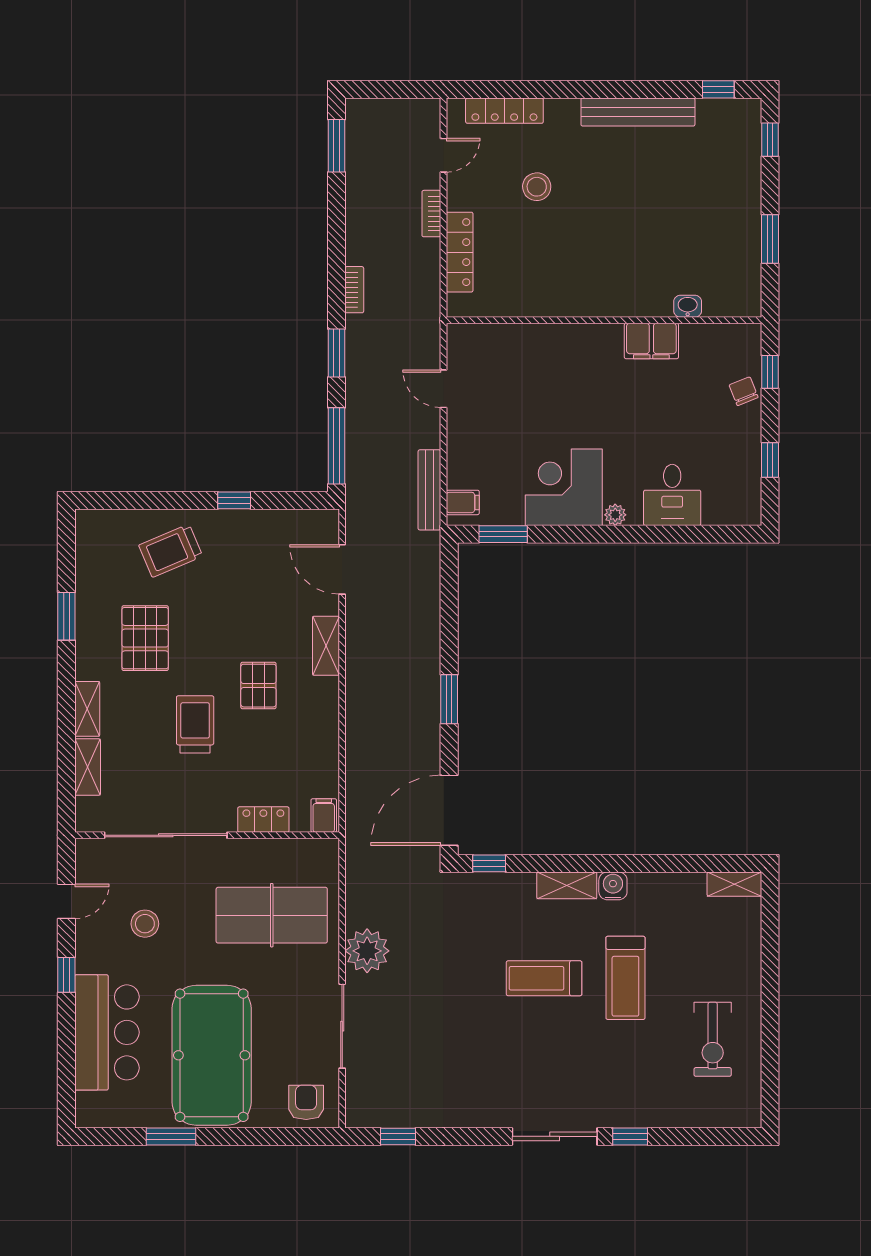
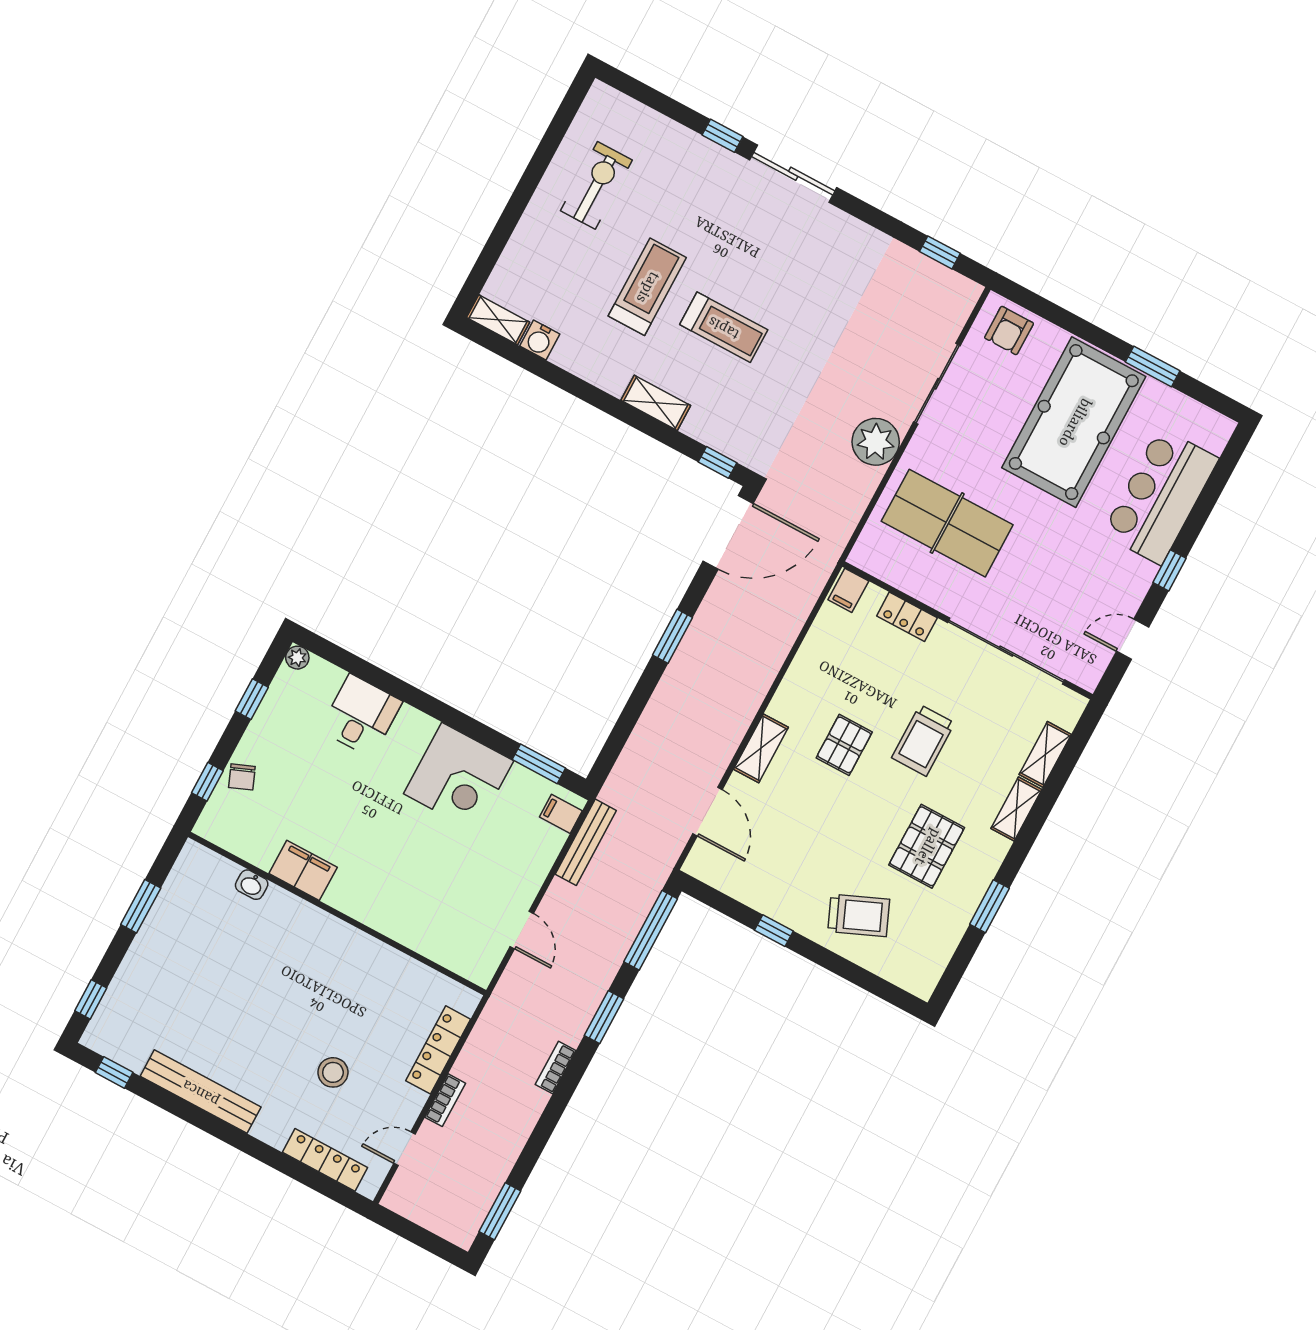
plant: (615, 515) -> (297, 658), moved
water cooler: (613, 886) -> (540, 340), moved
stool: (145, 924) -> (1070, 579), removed

